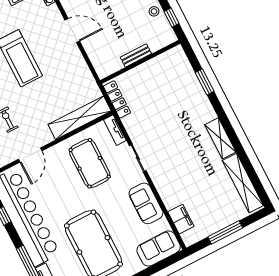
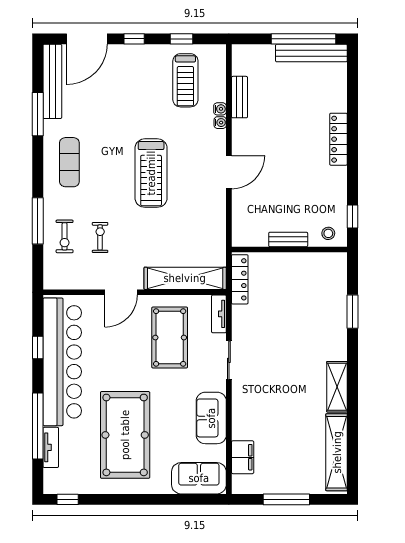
stool: (154, 11) -> (328, 233), moved
door: (72, 31) -> (229, 172), hinge flipped
door: (30, 155) -> (121, 292), moved

